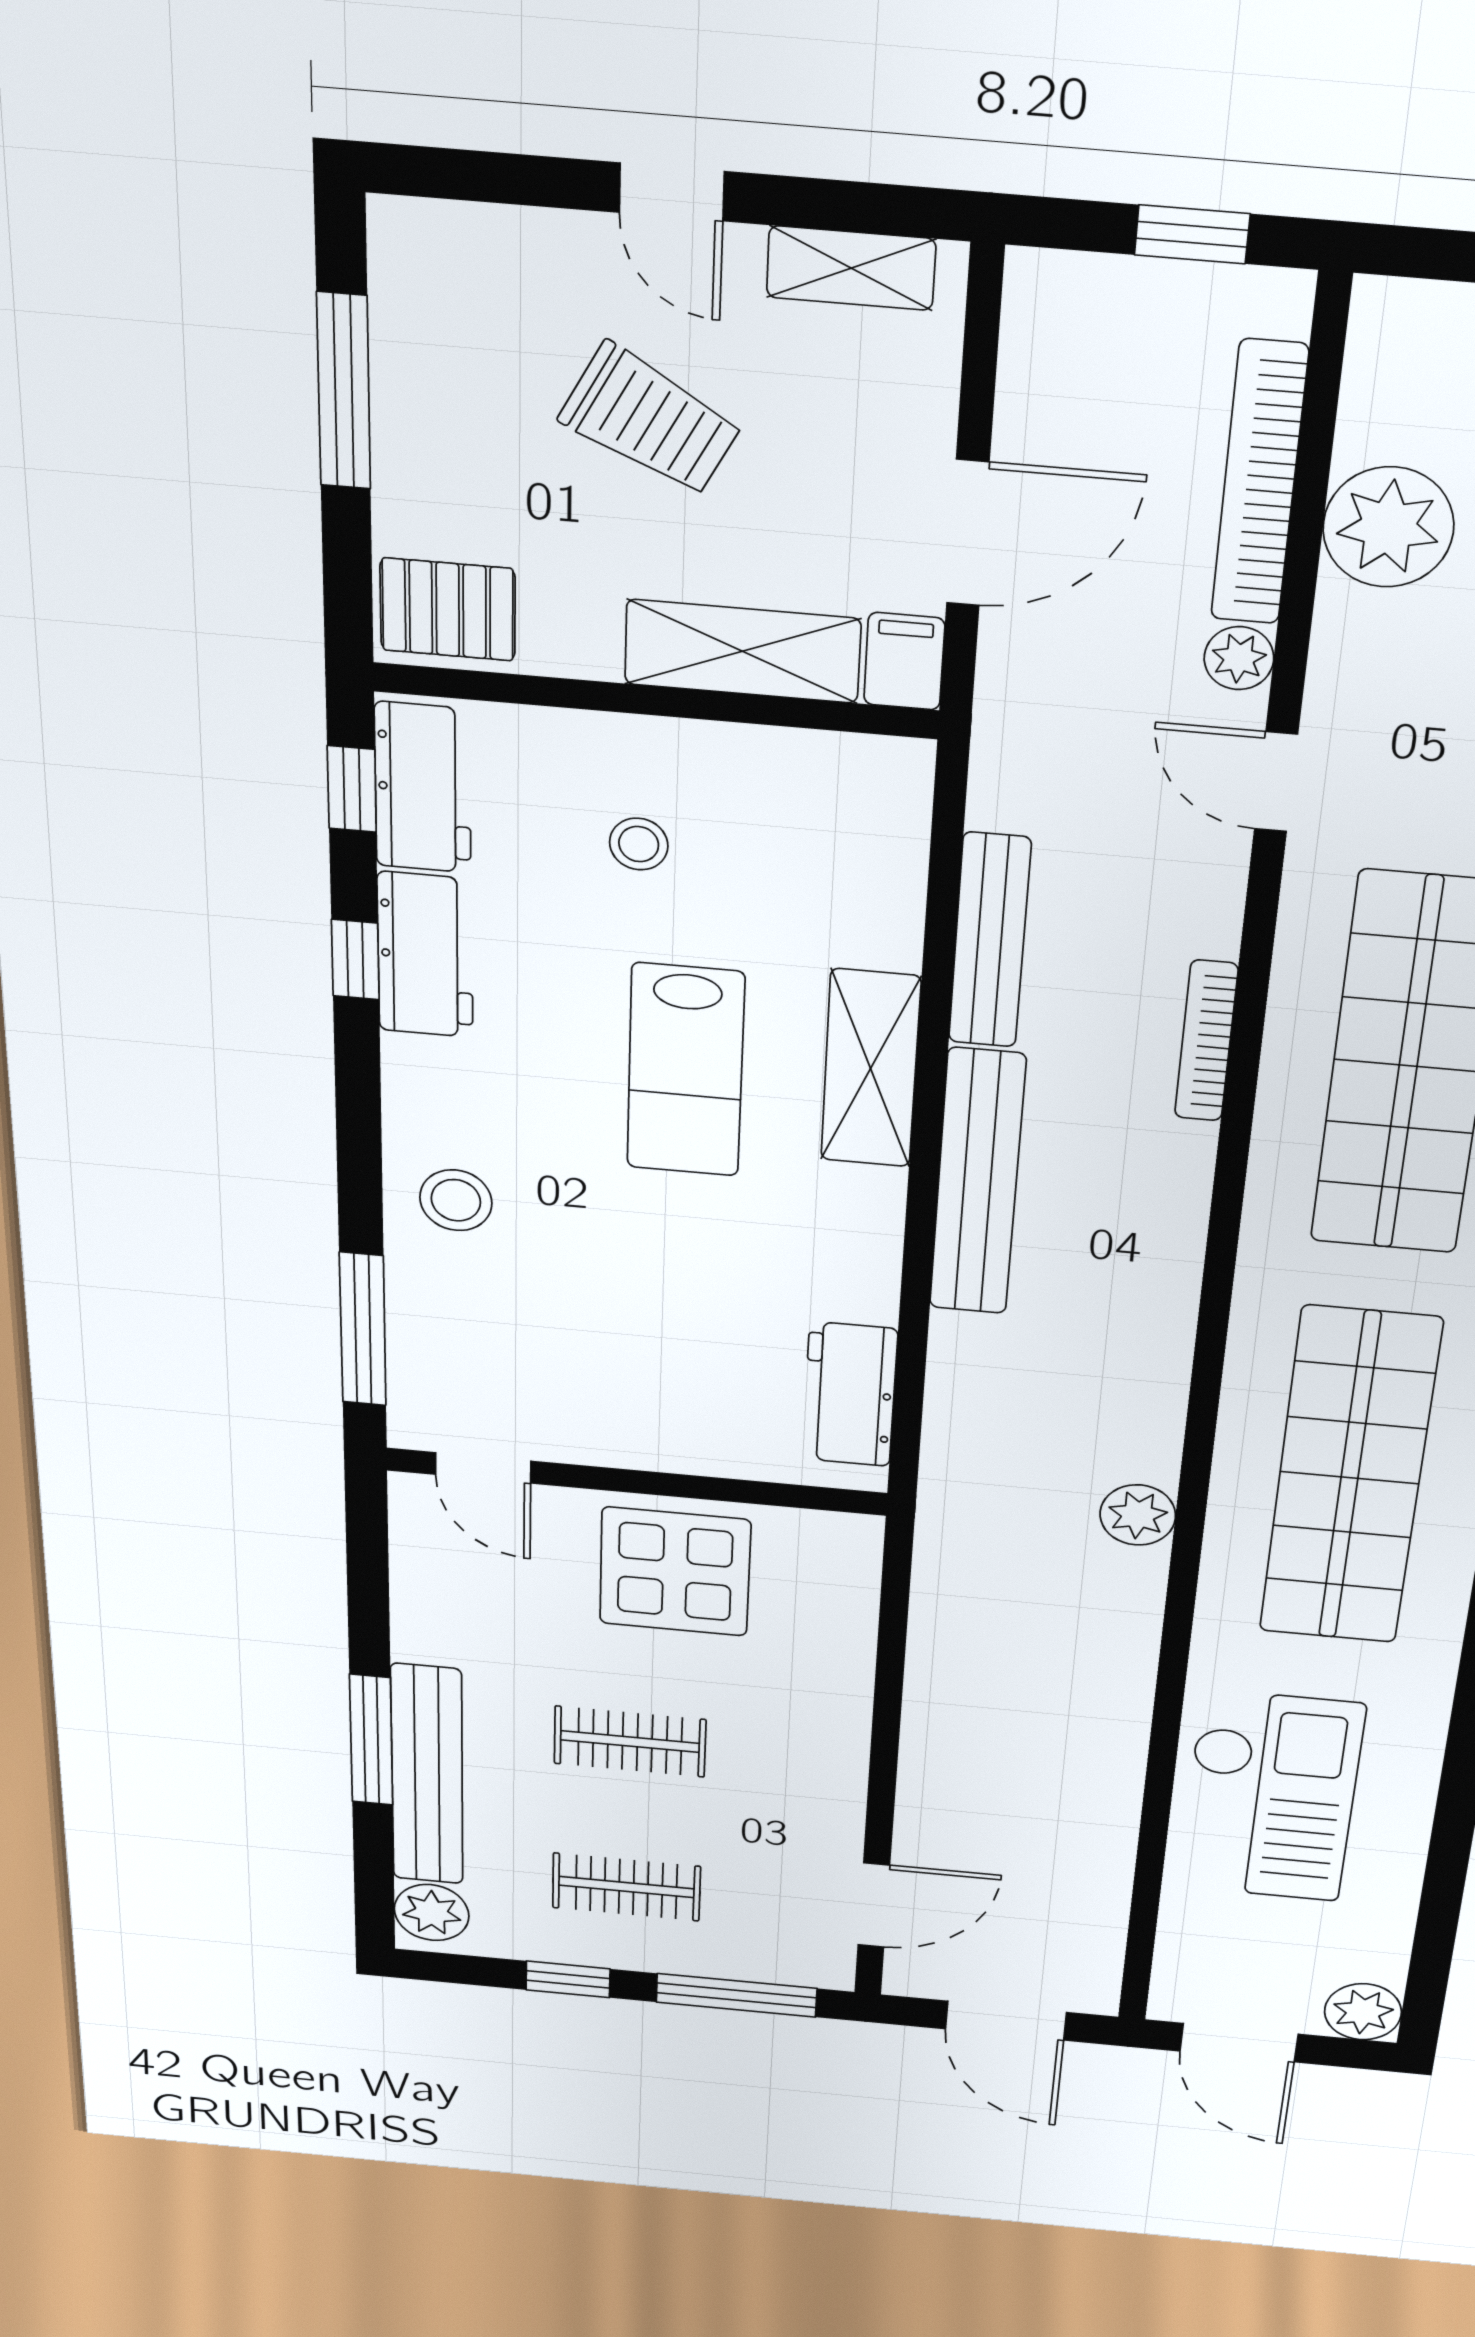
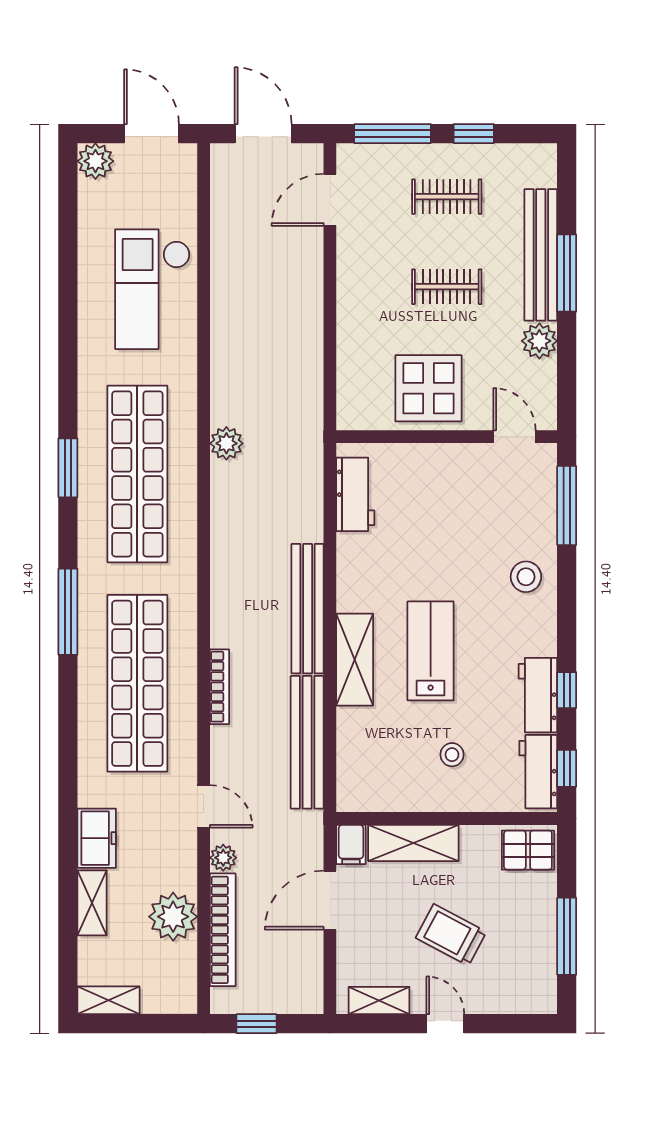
bench: (990, 941) -> (307, 742), width x1.37, depth x1.21
plant: (432, 1913) -> (539, 341), moved

